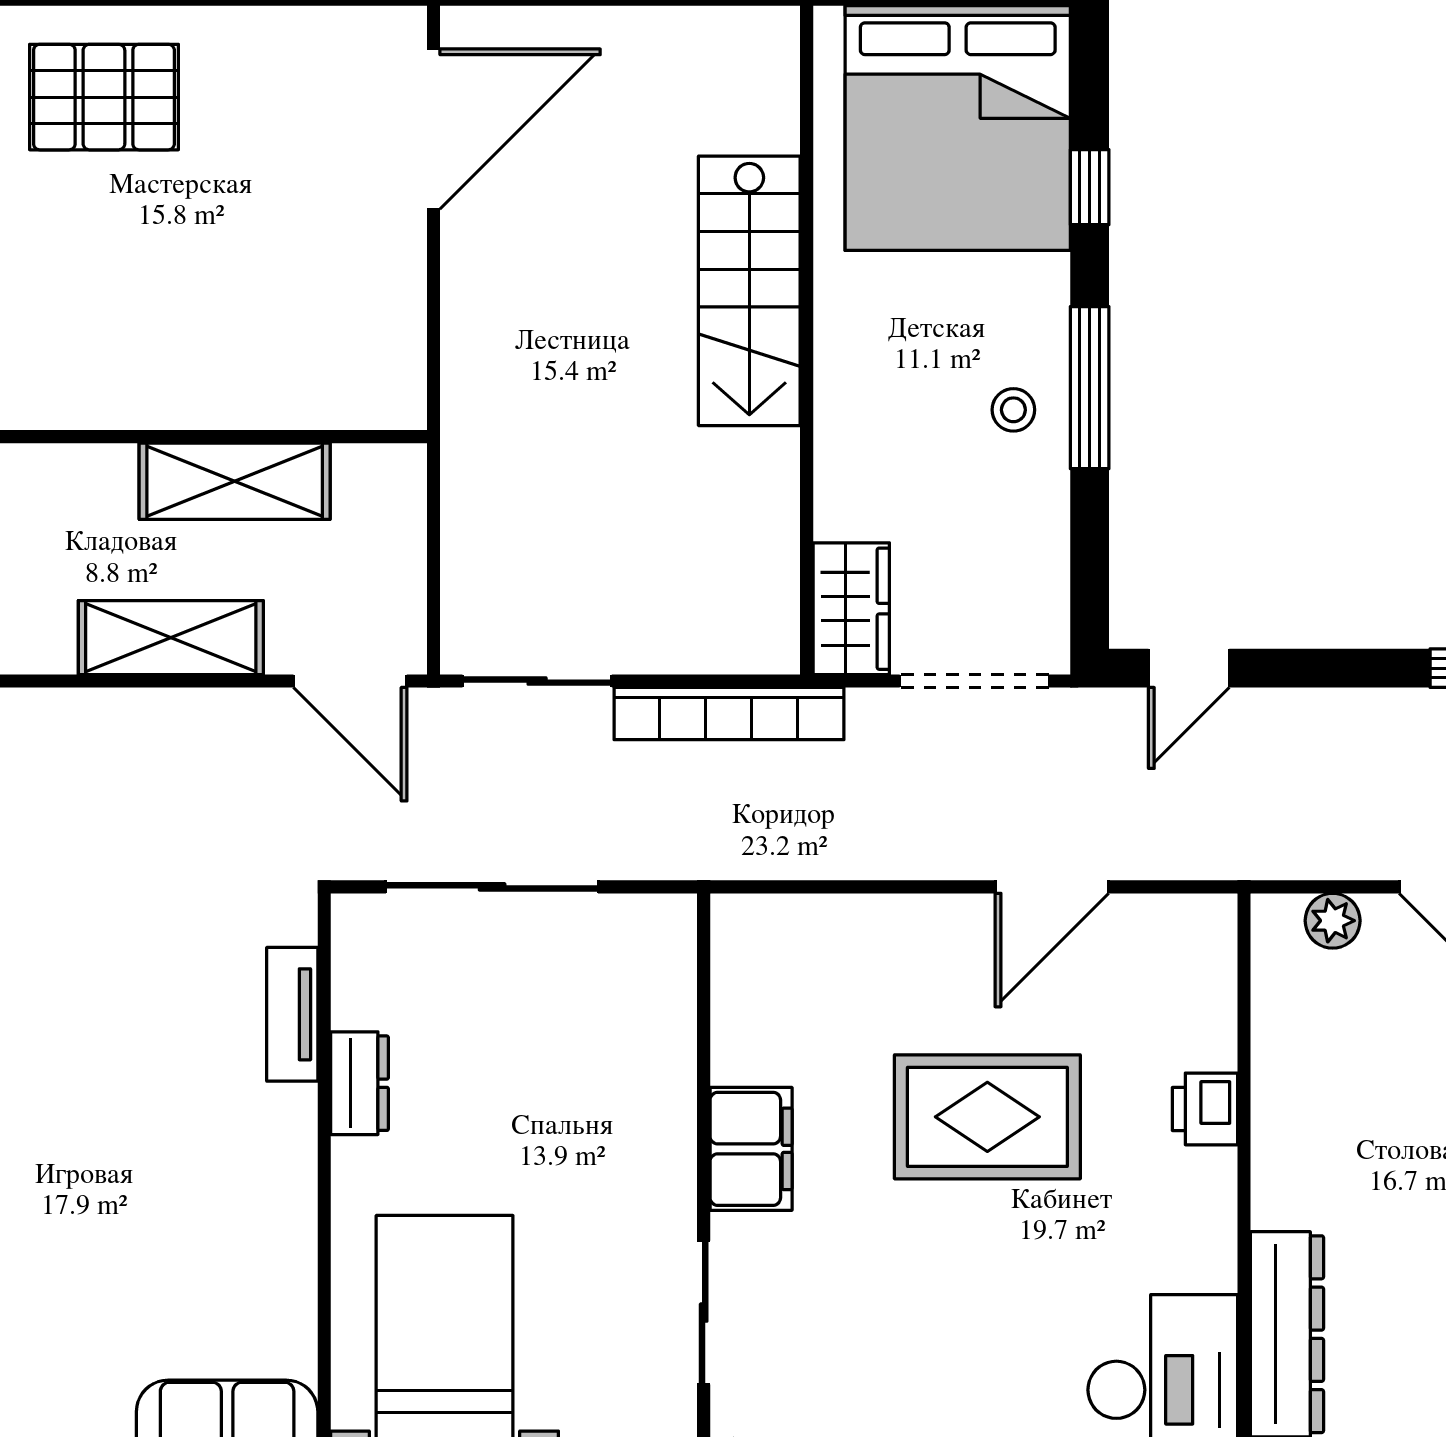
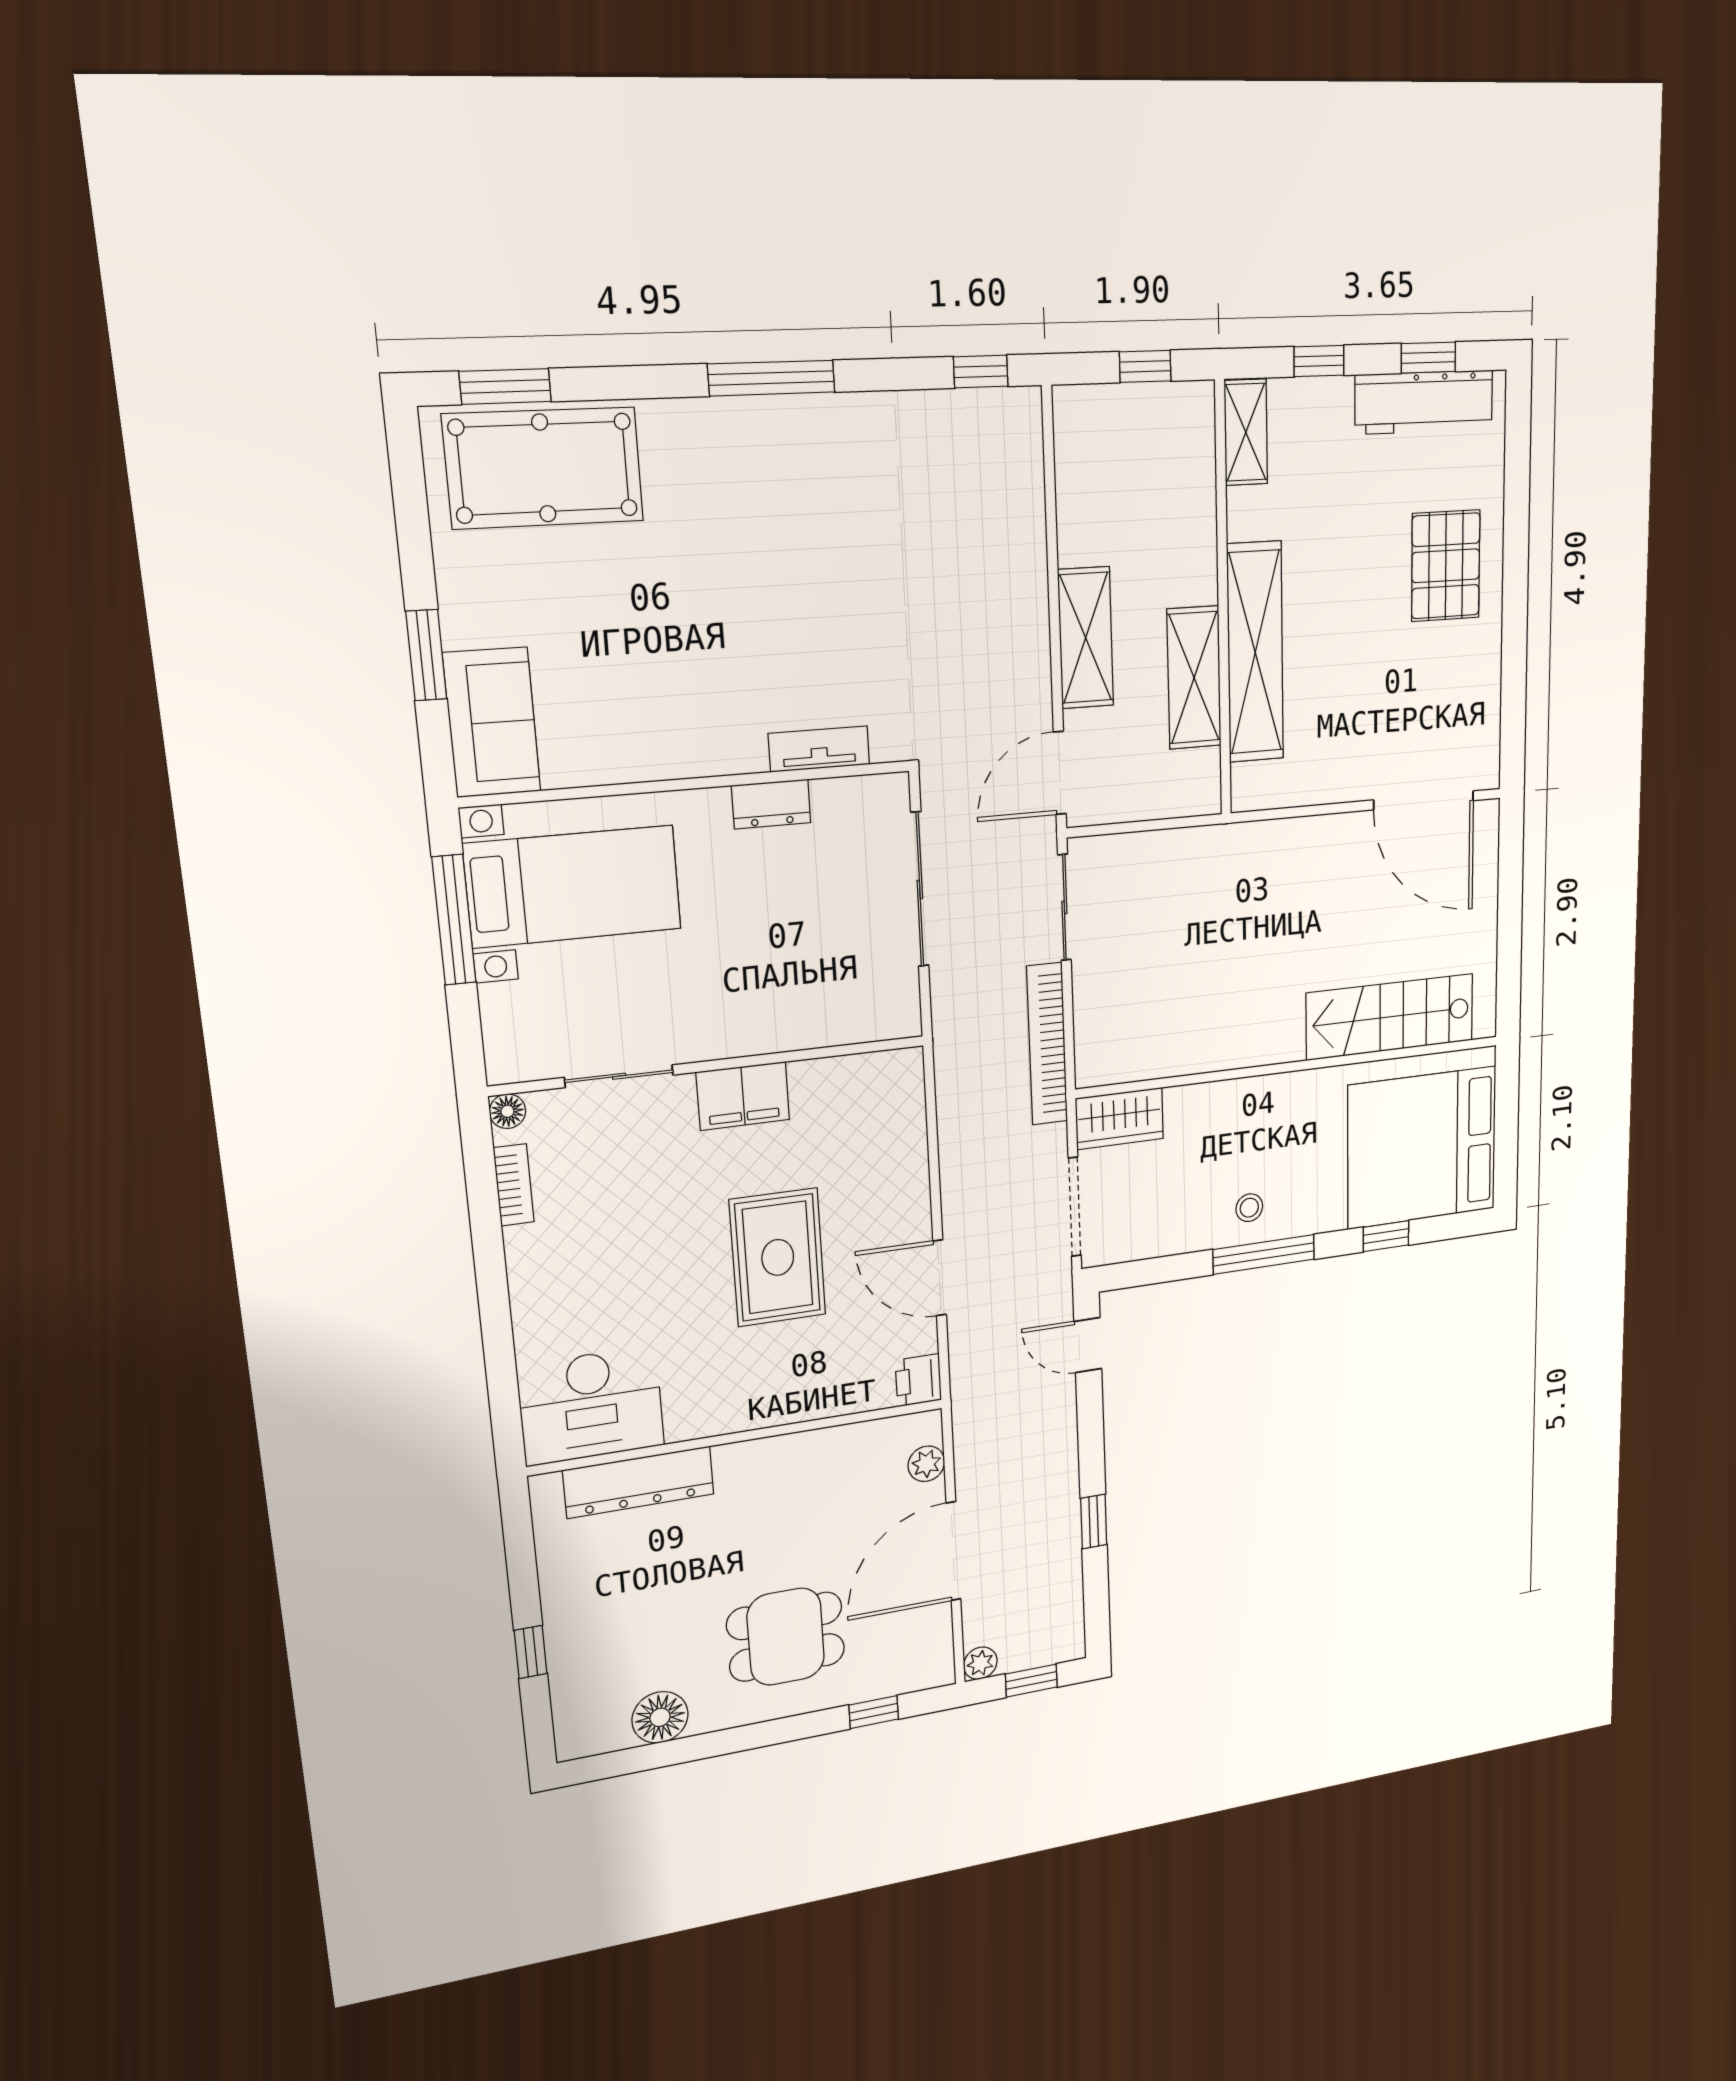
stairs: (749, 291) -> (1390, 1017), moved
shelving: (206, 390) -> (1255, 652), added
printer: (1205, 1109) -> (918, 1380), moved, turned -90

